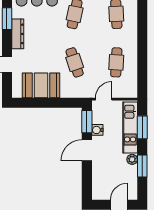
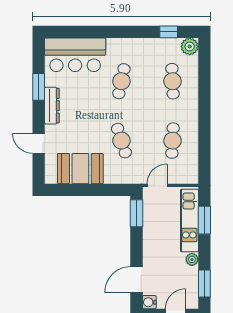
water cooler: (97, 130) -> (149, 302), moved
door: (87, 150) -> (137, 280), moved
window: (142, 166) -> (204, 283), moved

